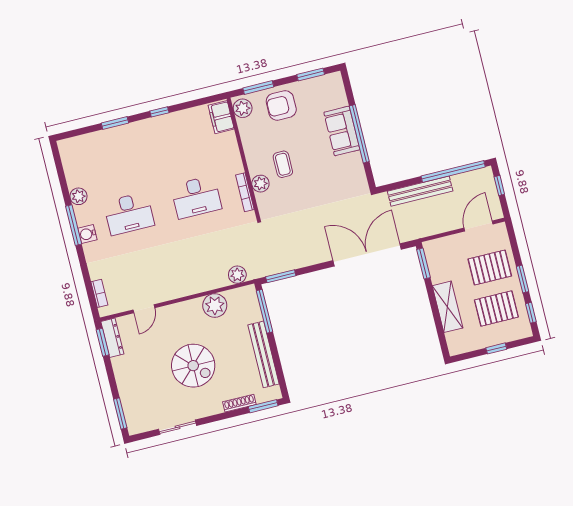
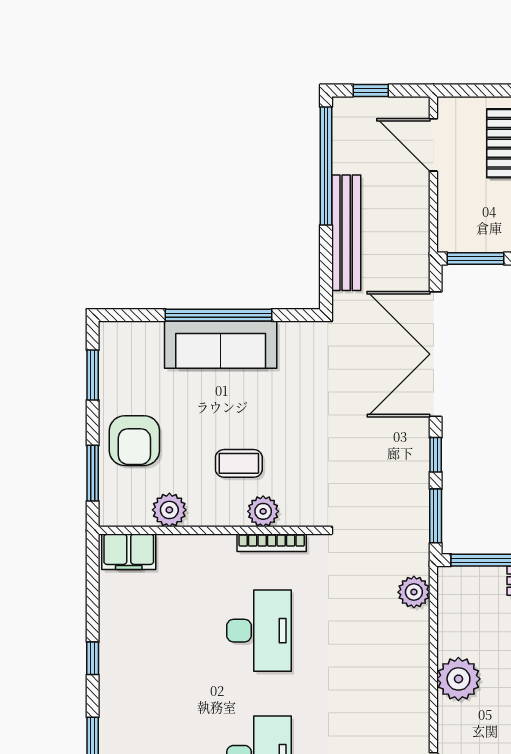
plant: (243, 108) -> (169, 510), moved
sofa: (342, 131) -> (221, 345), width x1.36
window: (313, 268) -> (436, 455), added
plant: (215, 305) -> (458, 679), moved

